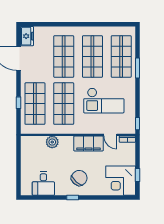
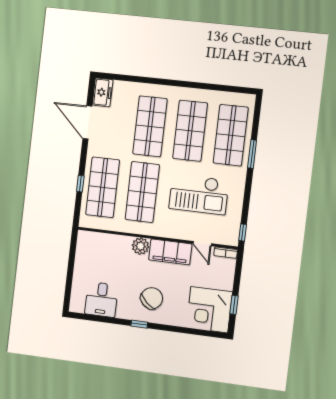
plant: (52, 142) -> (140, 246), moved

